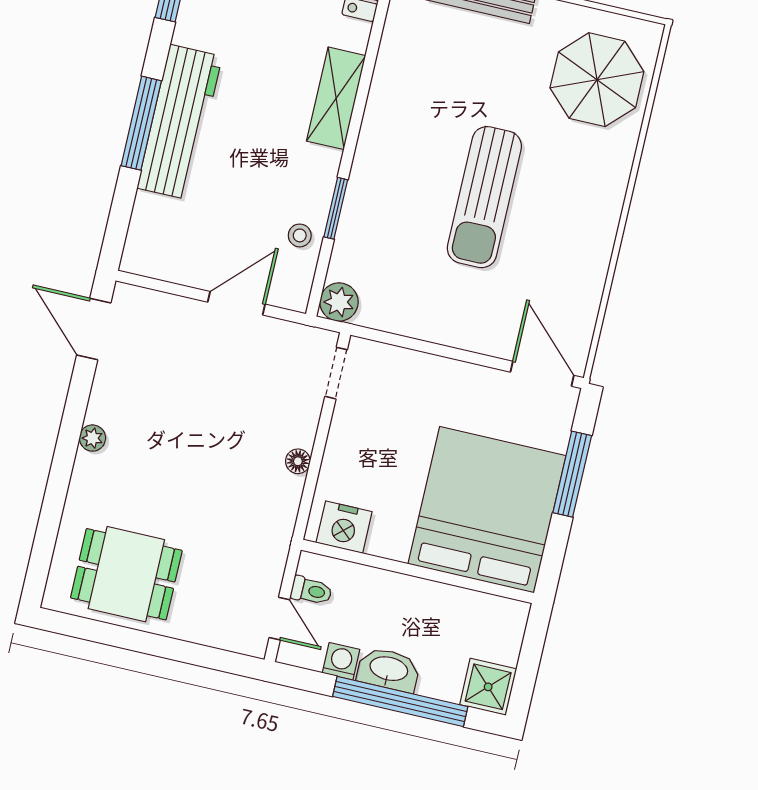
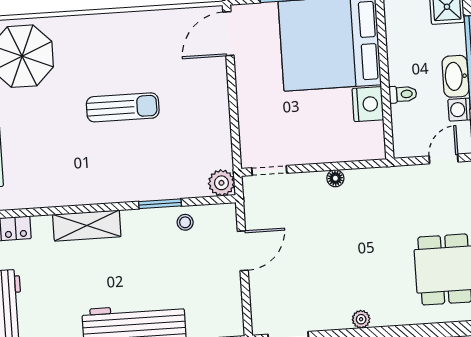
sun lounger: (484, 197) -> (123, 107), width x0.73, depth x0.75
door: (236, 303) -> (243, 251), swing flipped
nightstand: (344, 527) -> (368, 104), moved
toilet: (311, 591) -> (403, 94), moved, turned 90

